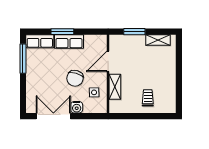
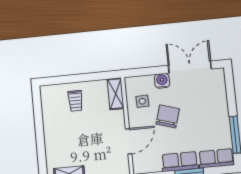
shelving: (115, 87) -> (116, 94), moved
double door: (53, 116) -> (190, 67), swing flipped

